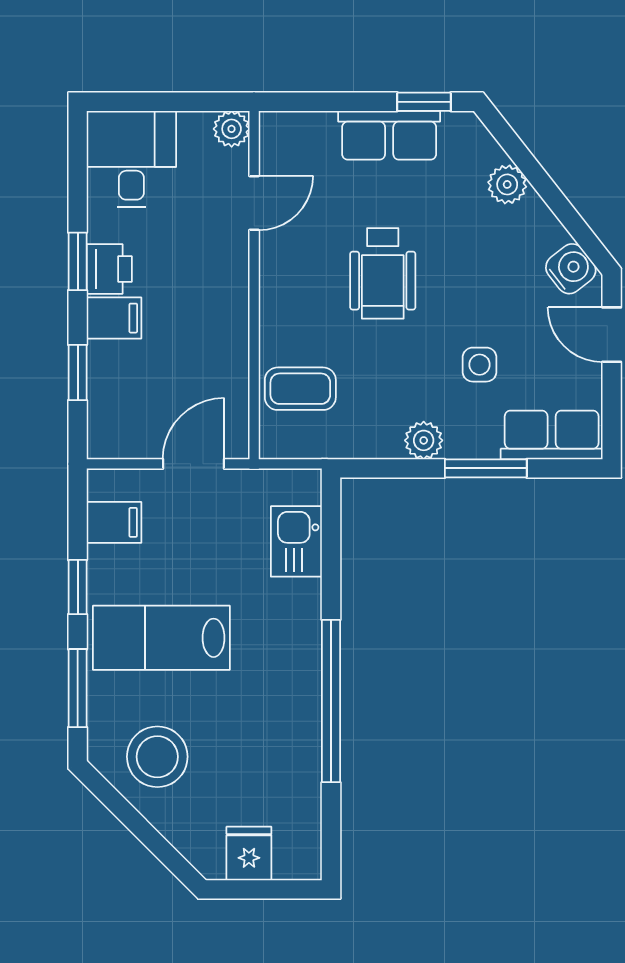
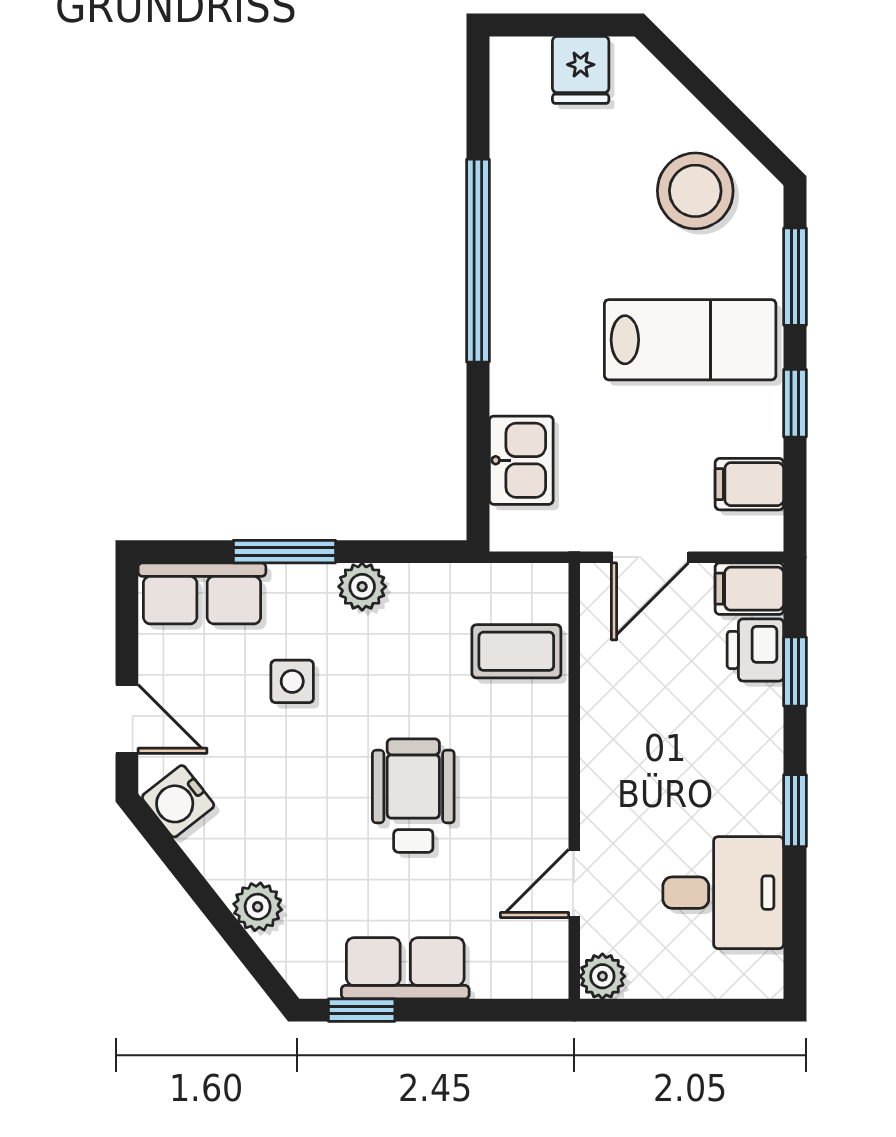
desk: (131, 159) -> (723, 893), moved, turned -90
printer: (109, 269) -> (755, 650), moved
filing cabinet: (114, 318) -> (749, 589), moved

